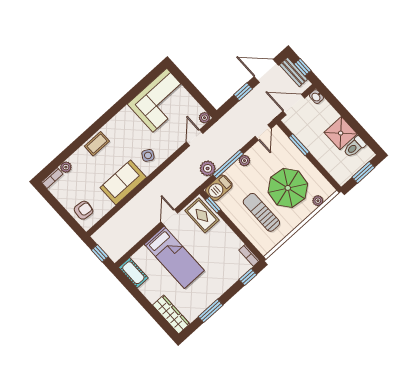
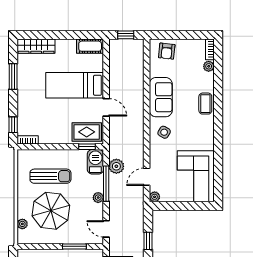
door: (195, 138) -> (147, 177), swing flipped

